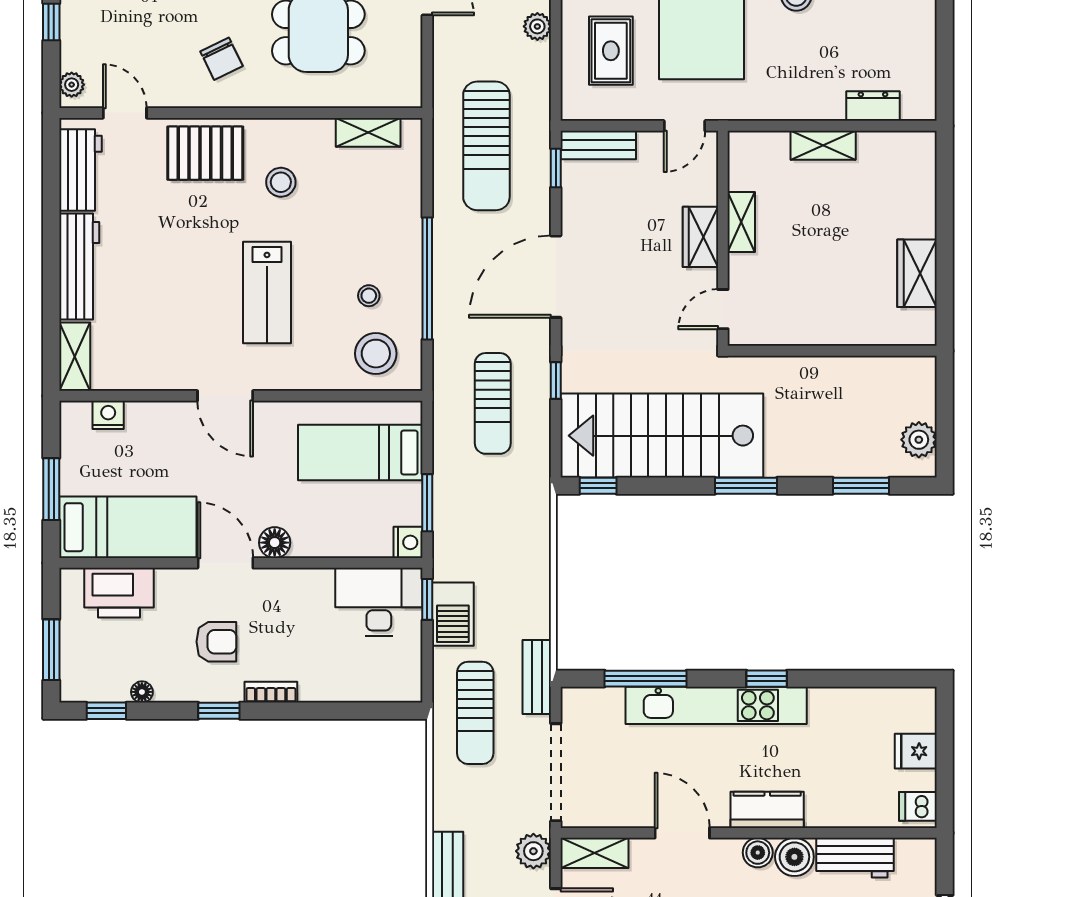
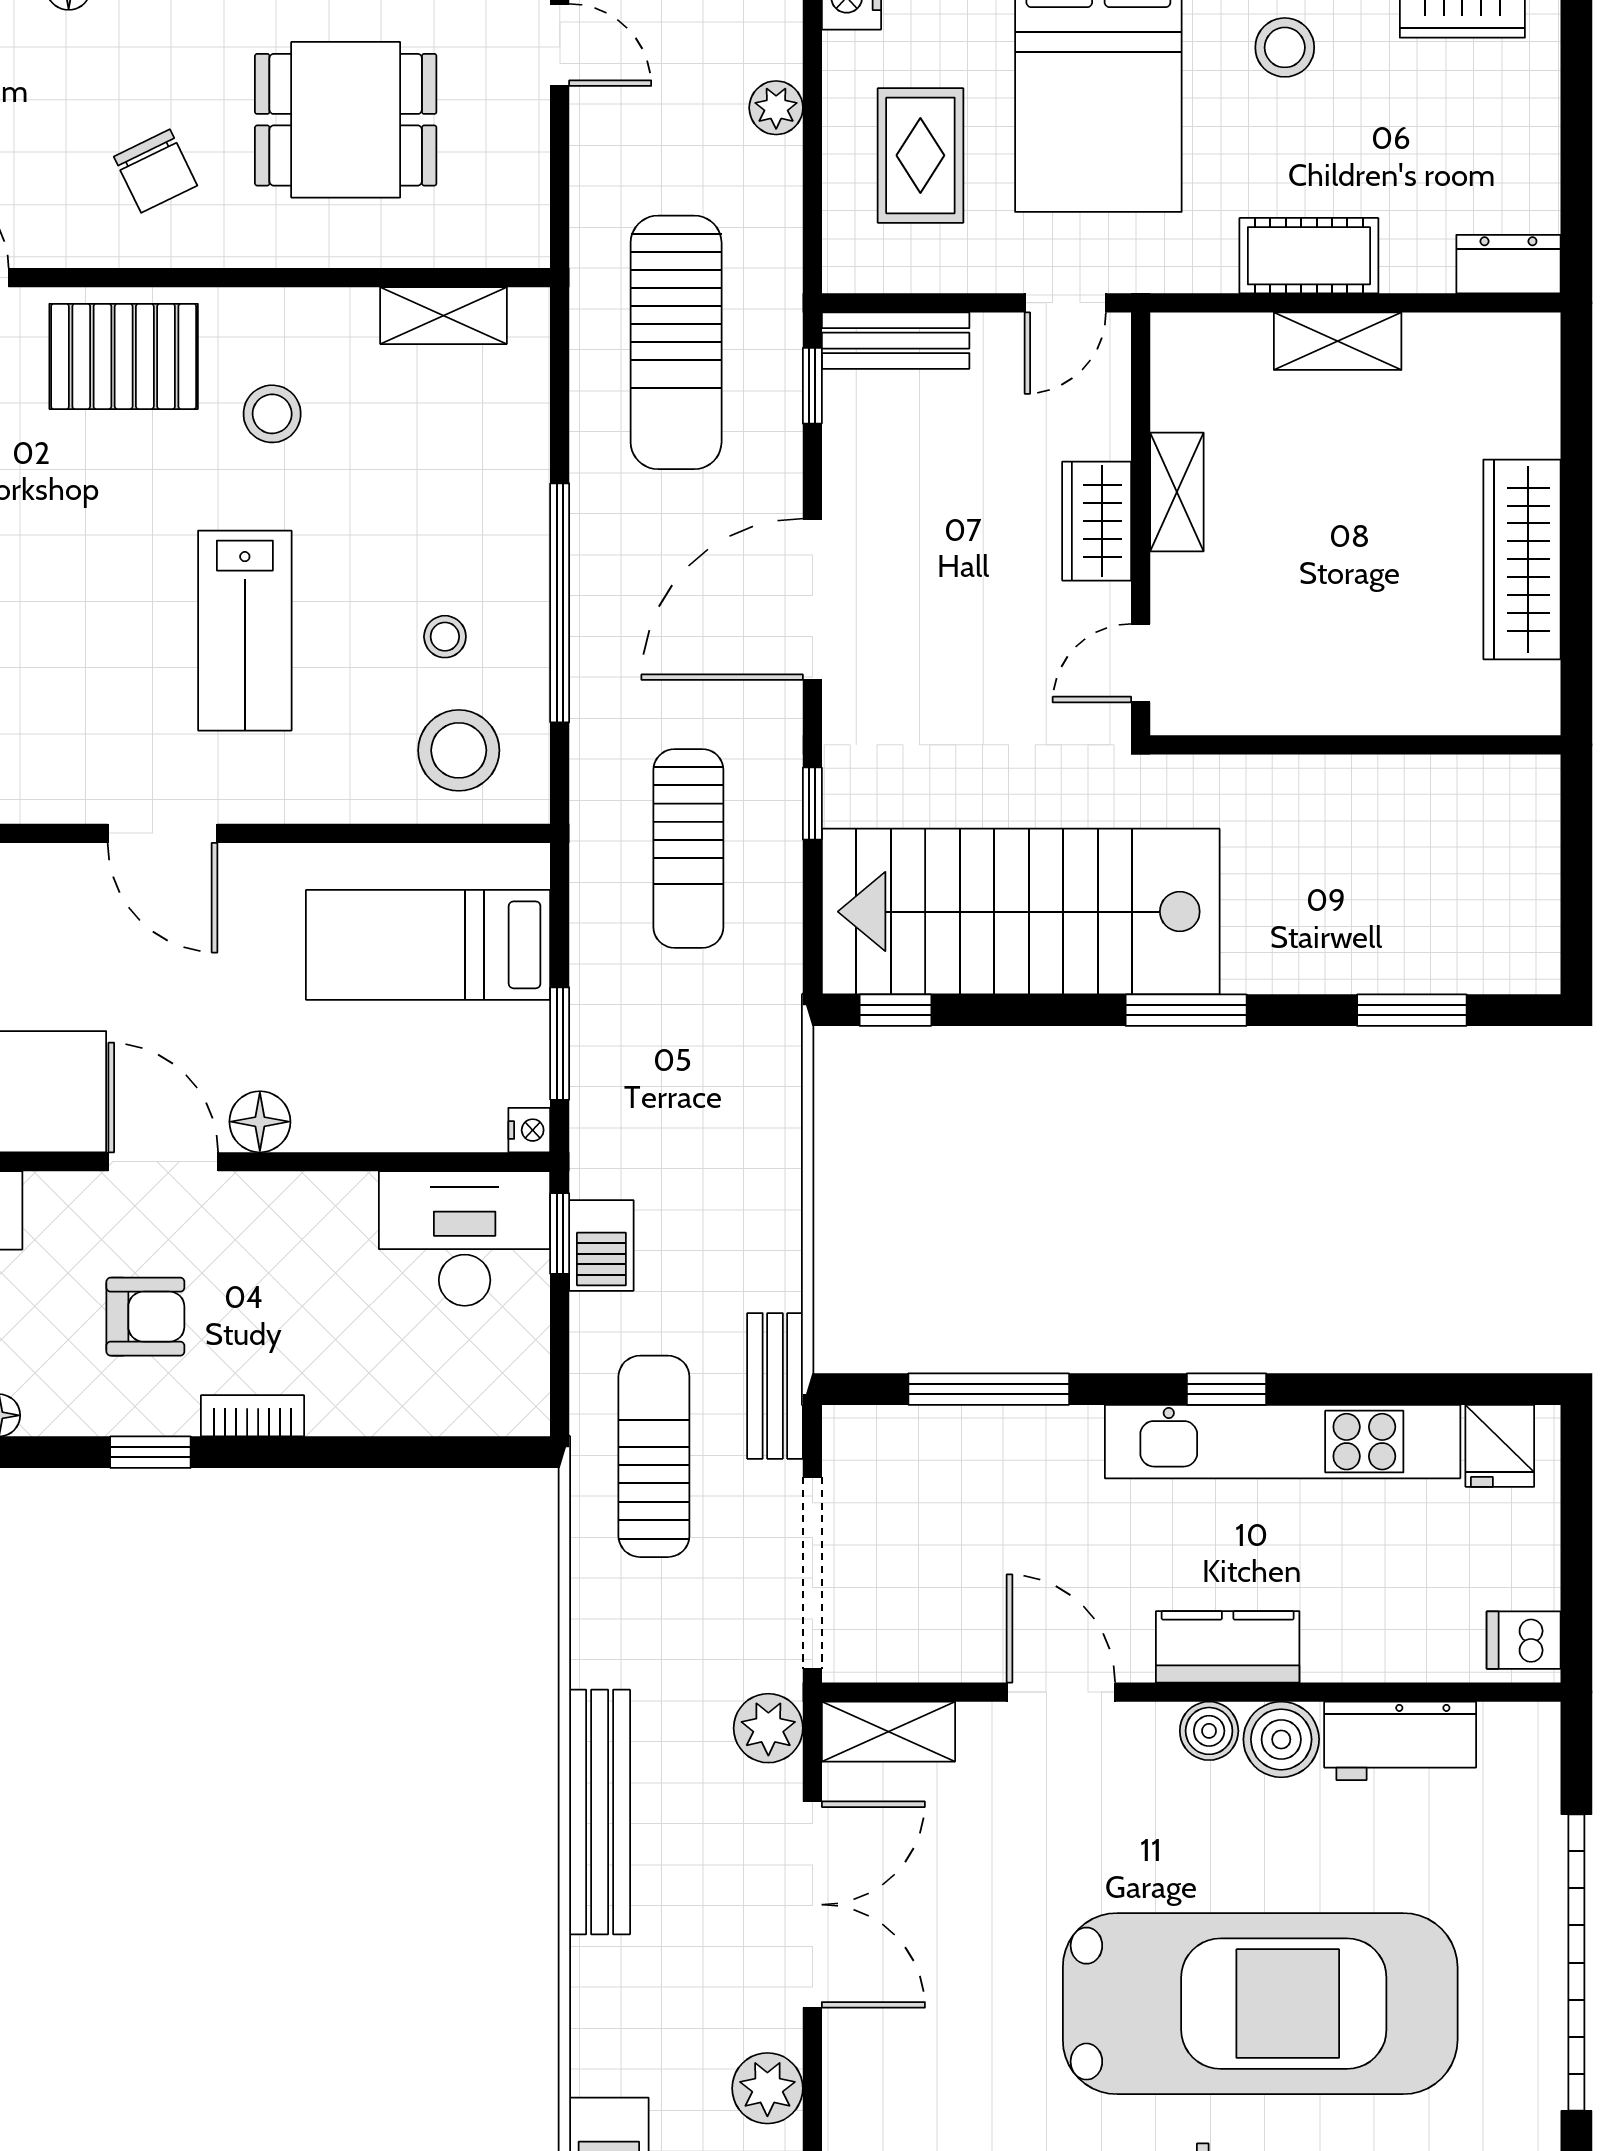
cot: (809, 102) -> (1309, 256), added
dresser: (873, 106) -> (1508, 264), moved
wardrobe: (917, 273) -> (1522, 559), width x1.50
plant: (919, 440) -> (1526, 920), removed
nightstand: (408, 542) -> (529, 1130), width x0.72, depth x0.74
barbecue: (453, 614) -> (601, 1245), width x0.73, depth x0.79
kitchen unit: (716, 705) -> (1283, 1442), moved
sun lounger: (475, 713) -> (654, 1456), turned 180
fridge: (916, 751) -> (1500, 1446), moved, turned -90

